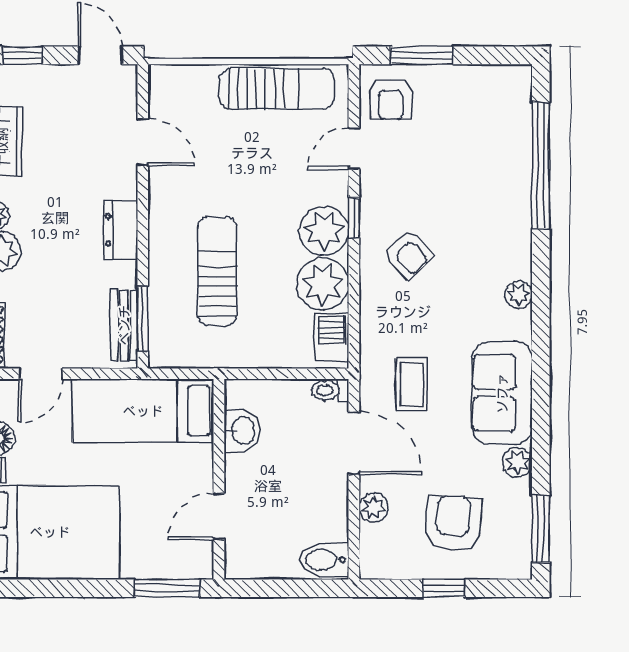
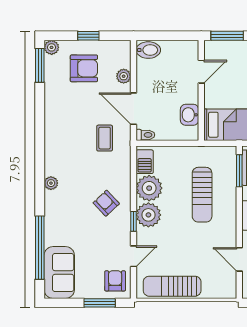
sofa: (502, 393) -> (59, 273), moved
plant: (517, 462) -> (52, 47), moved
armchair: (453, 523) -> (84, 68), turned -94

